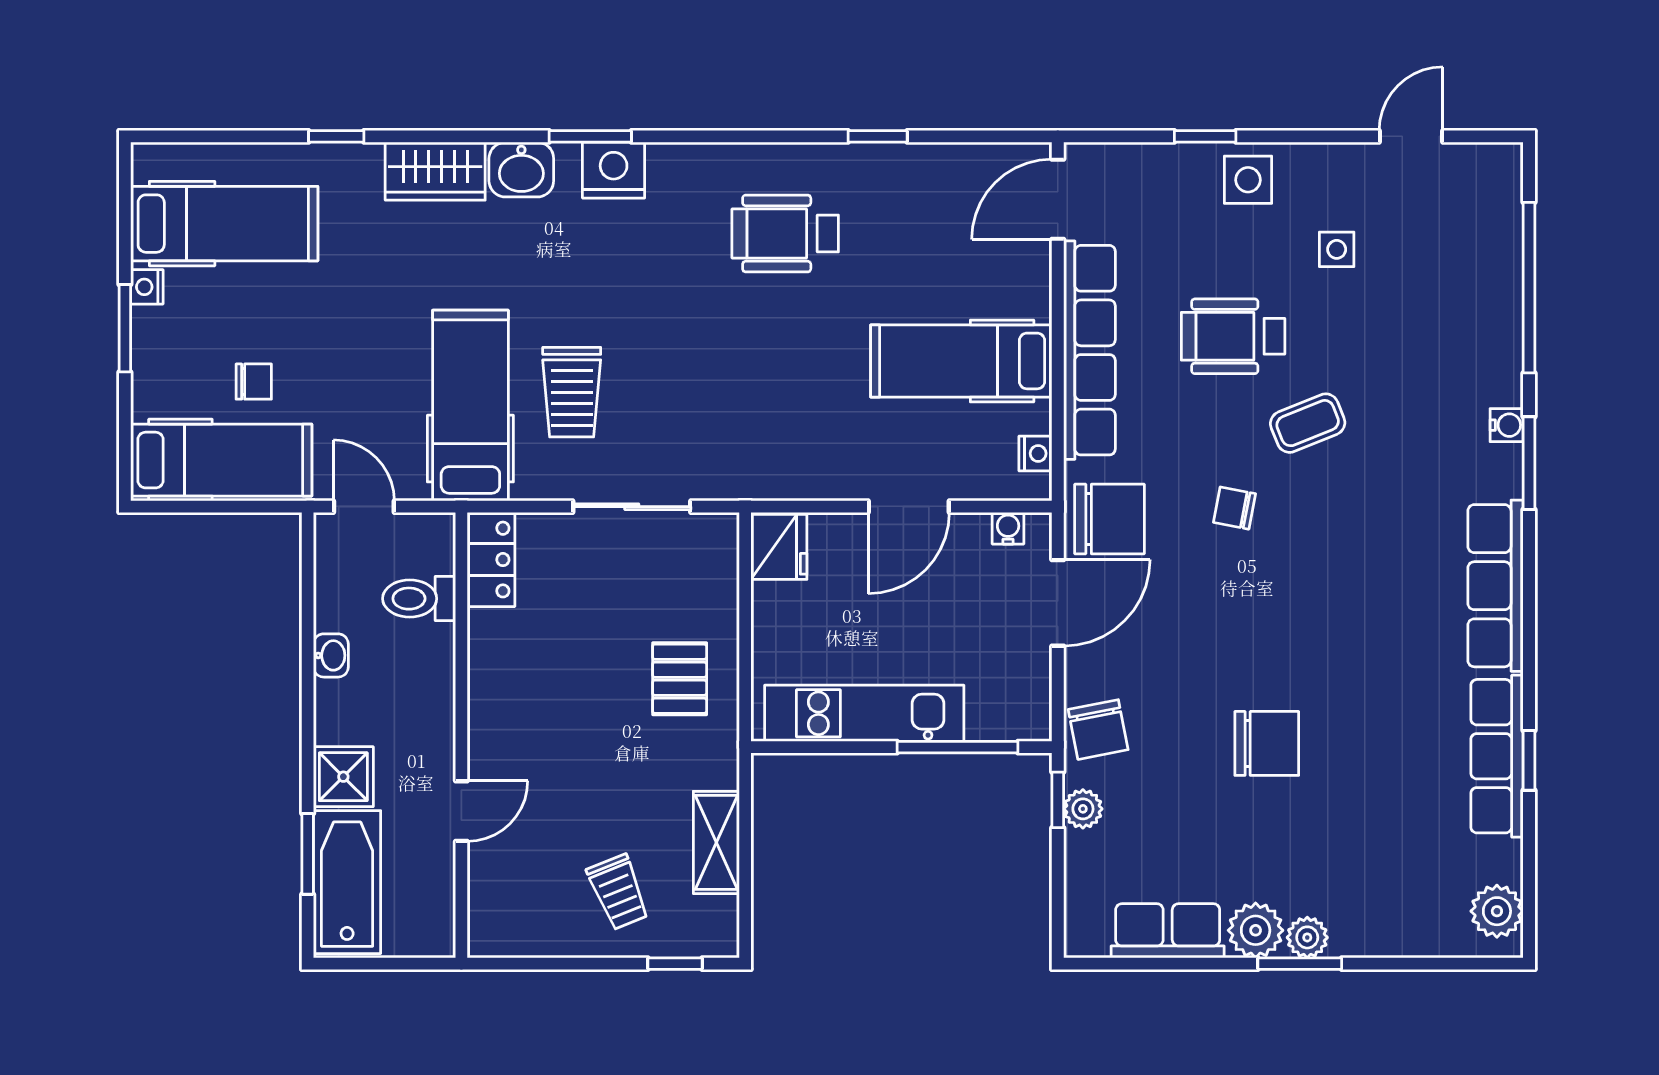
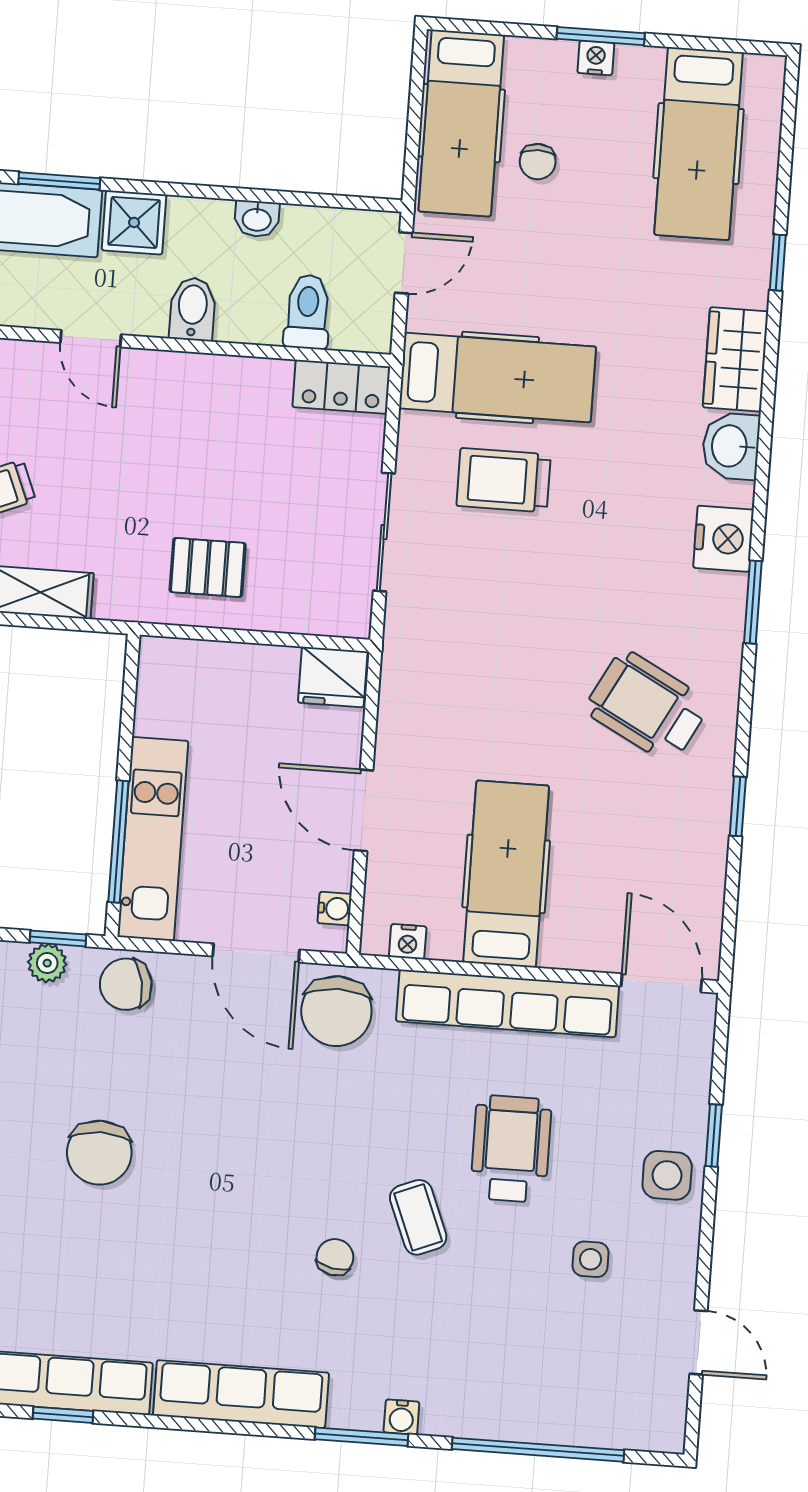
window: (590, 136) -> (753, 602), moved
wheelchair: (785, 234) -> (647, 706), turned -62
nightstand: (147, 287) -> (596, 58), moved
chair: (1235, 508) -> (335, 1257), moved
bidet: (425, 713) -> (193, 309), added
kitchen unit: (864, 713) -> (153, 839), moved

